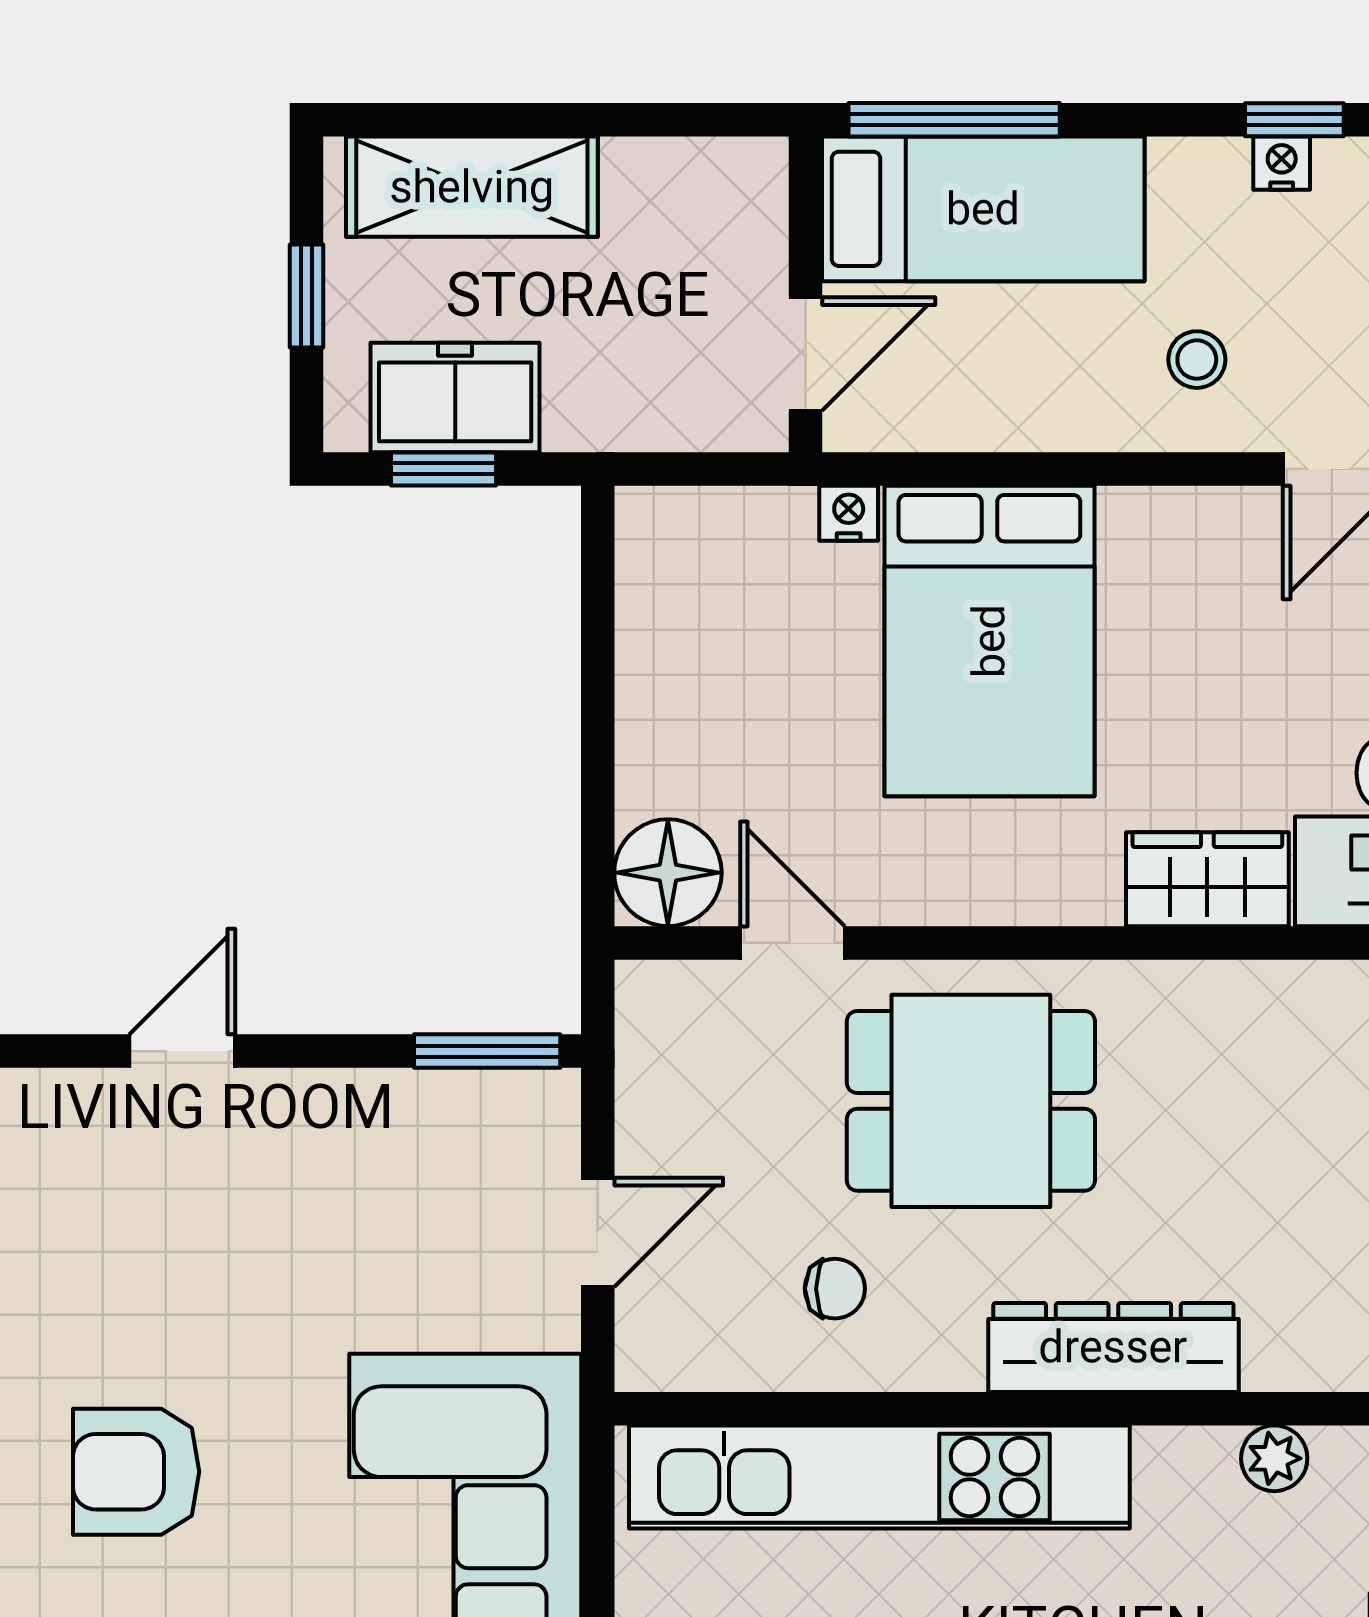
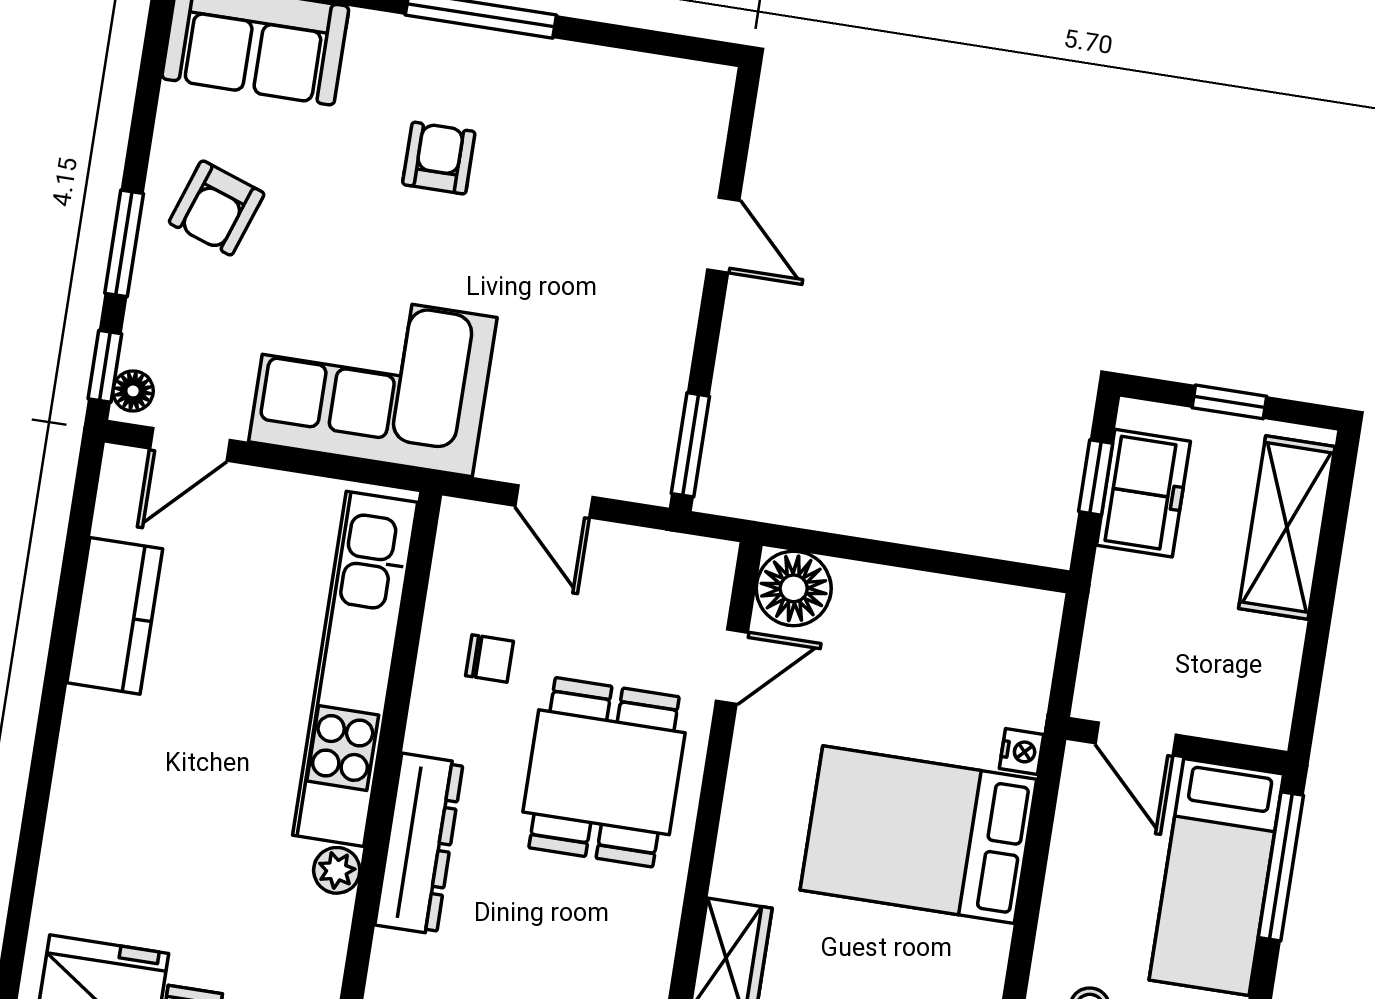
chair: (835, 1289) -> (490, 659), turned -90
plant: (1274, 1458) -> (337, 870), moved
armchair: (136, 1472) -> (439, 158), width x0.72, depth x0.72

